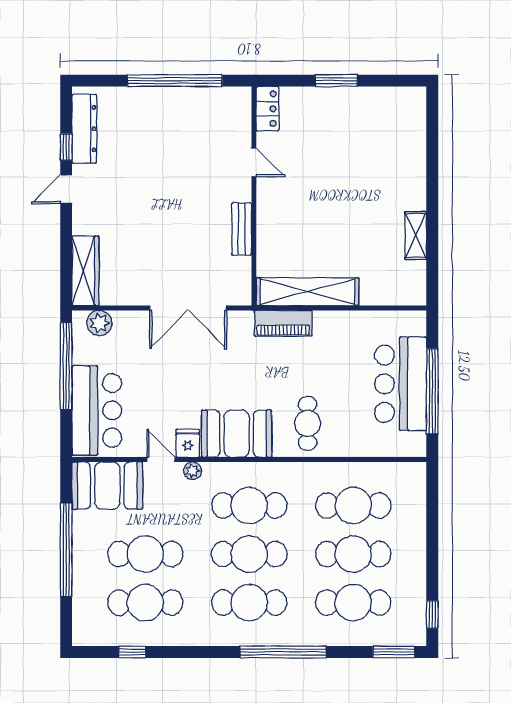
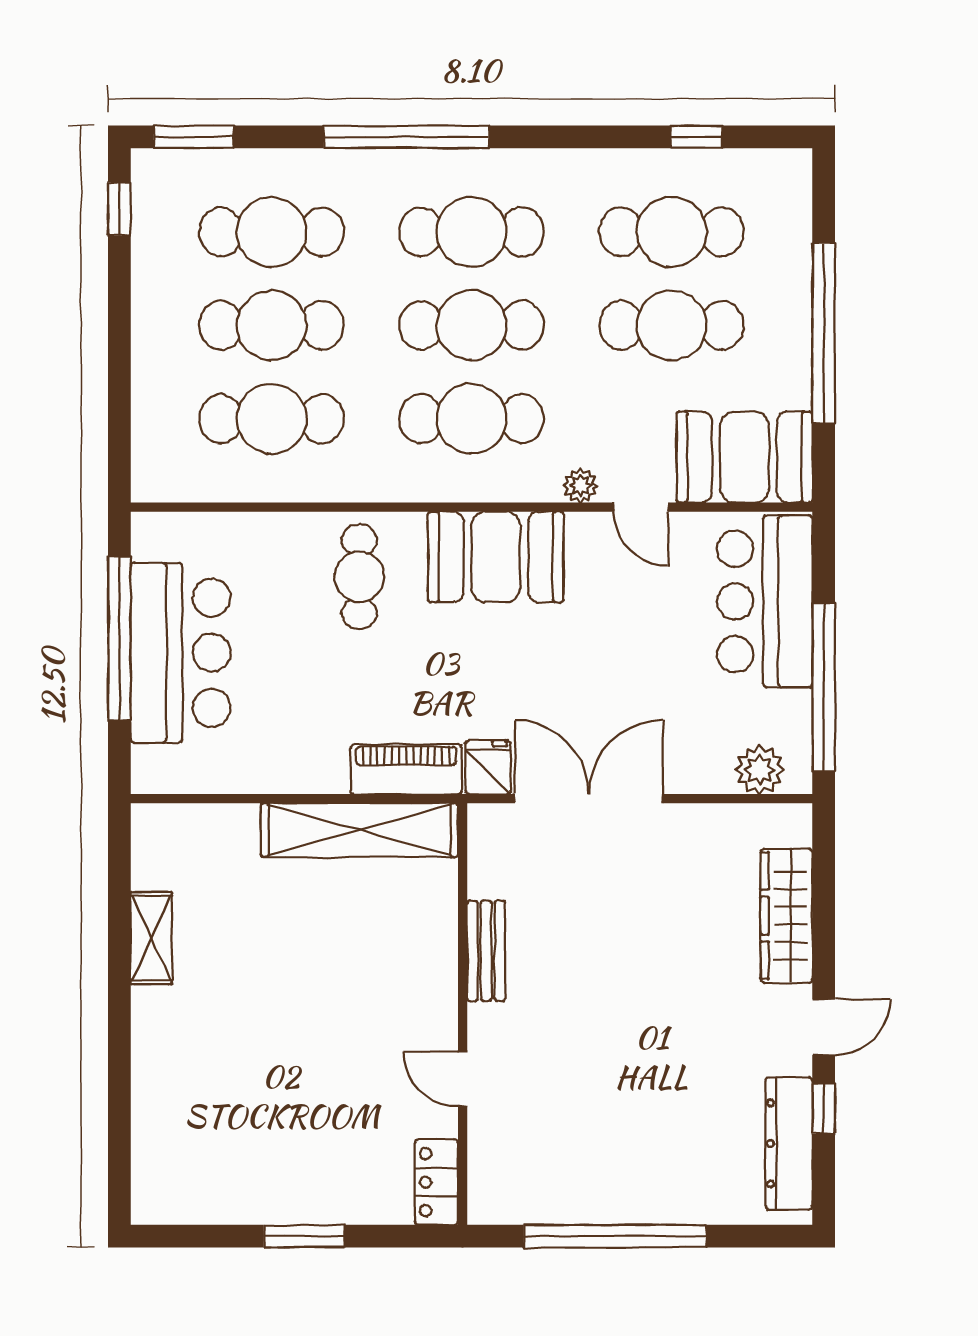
wardrobe: (85, 271) -> (787, 916), moved
fridge: (188, 443) -> (488, 767), moved, turned 180

